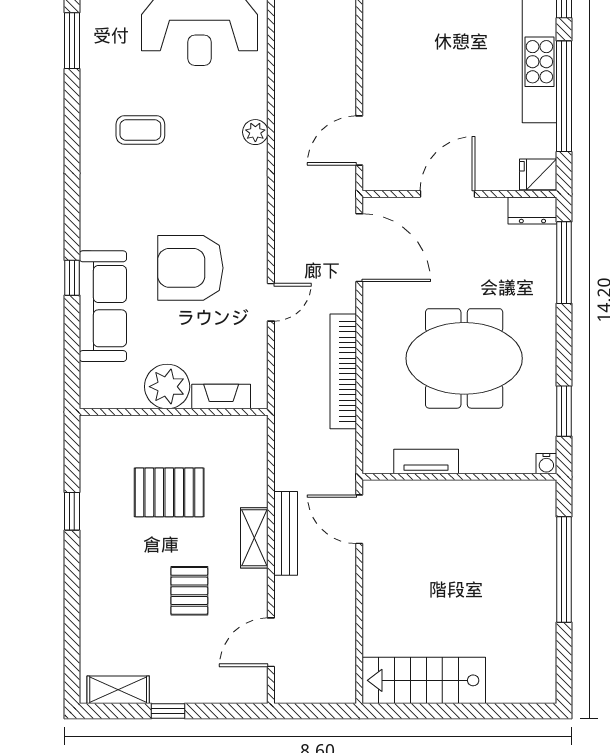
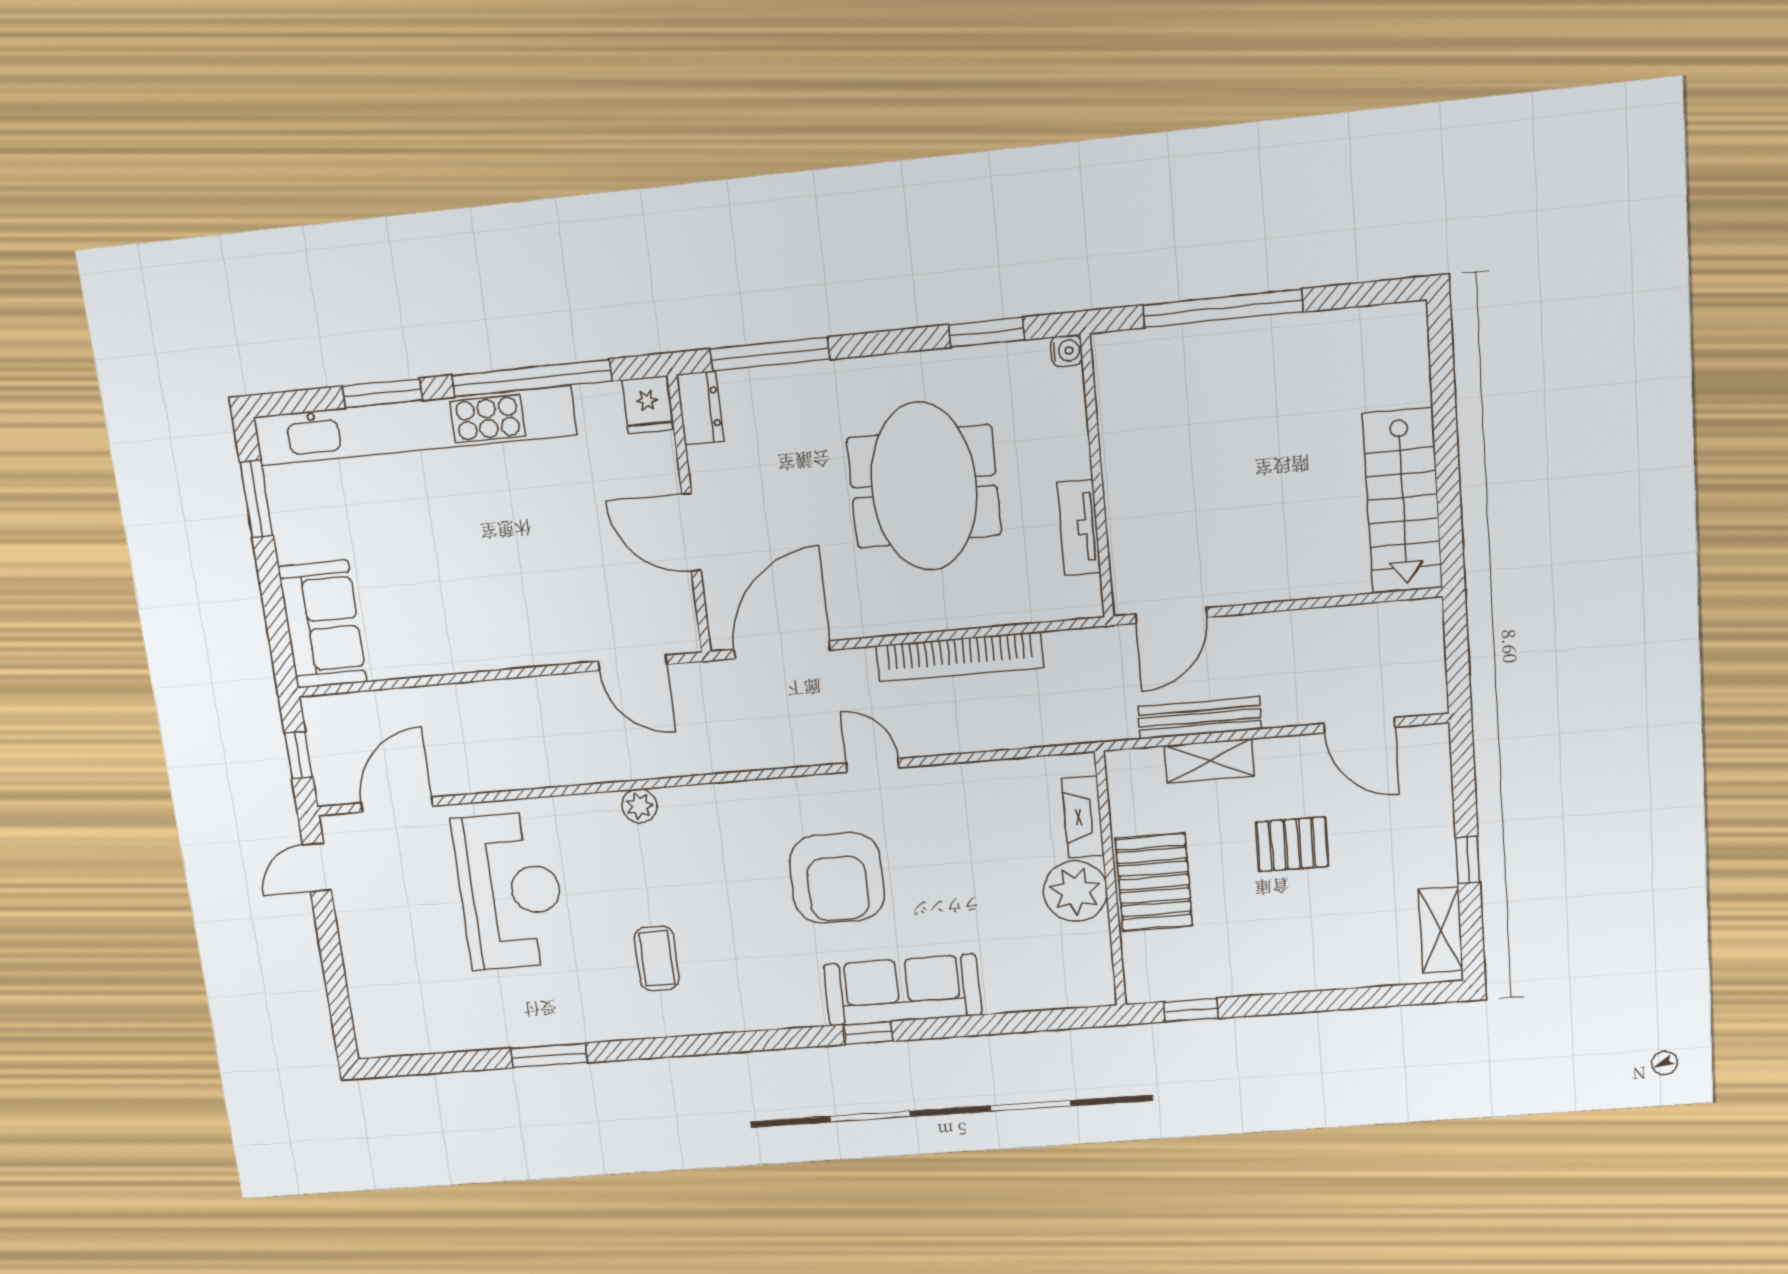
plant: (167, 387) -> (1075, 891), moved
fireplace: (221, 397) -> (1083, 817), moved
wall: (174, 412) -> (1110, 880), moved

